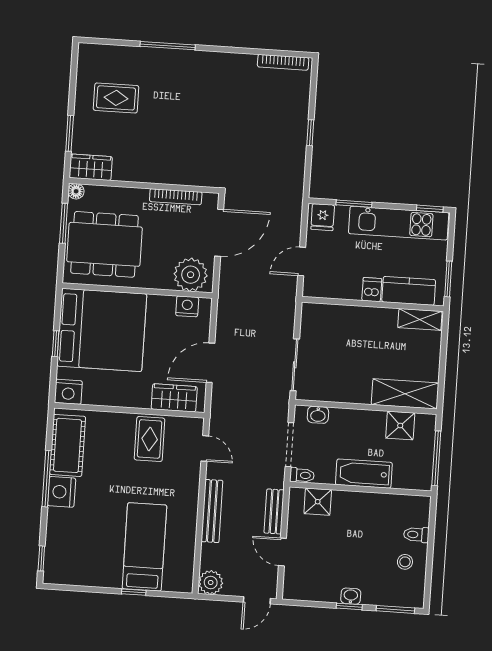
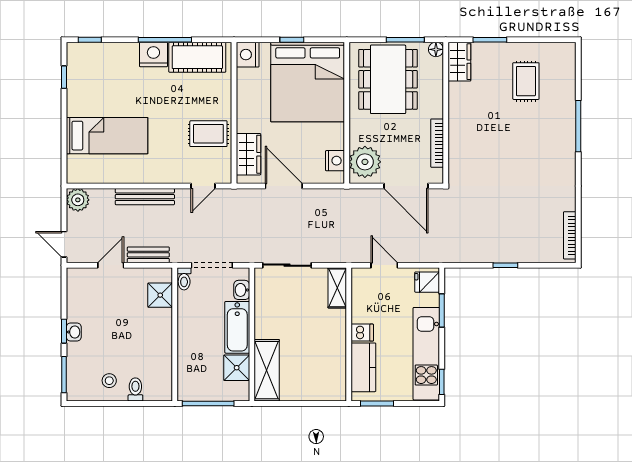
shelving: (420, 319) -> (337, 288), moved
bathtub: (364, 474) -> (237, 327), moved, turned 180
window: (134, 592) -> (64, 77), moved

